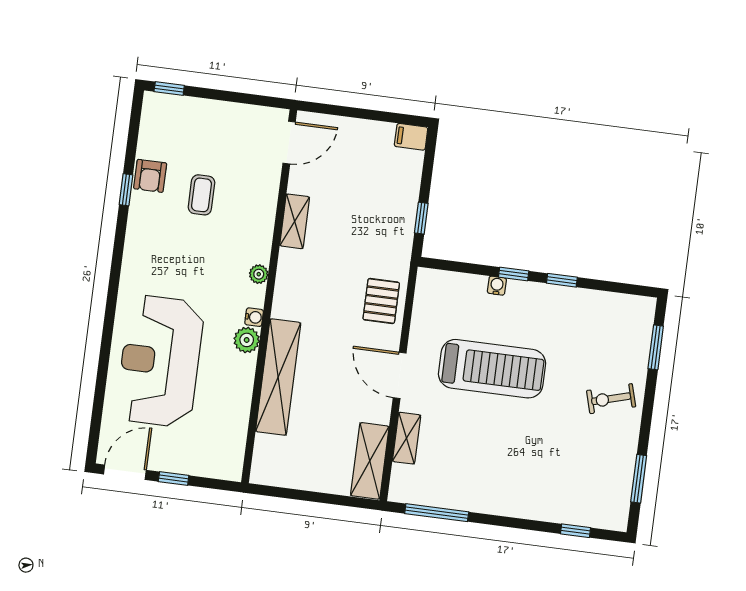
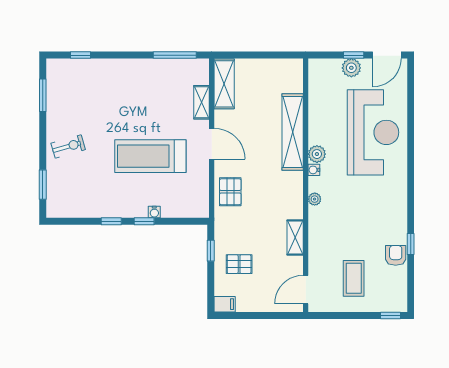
pallet: (382, 193) -> (239, 264), added
coffee table: (201, 195) -> (354, 278), moved, width x1.36, depth x1.30
plant: (180, 460) -> (351, 68), added

